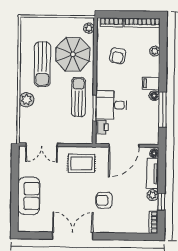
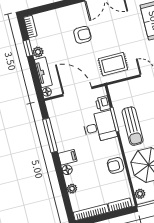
armchair: (118, 56) -> (116, 165), moved, turned -100
floor lamp: (154, 96) -> (67, 170), moved
door: (124, 146) -> (77, 92), hinge flipped

